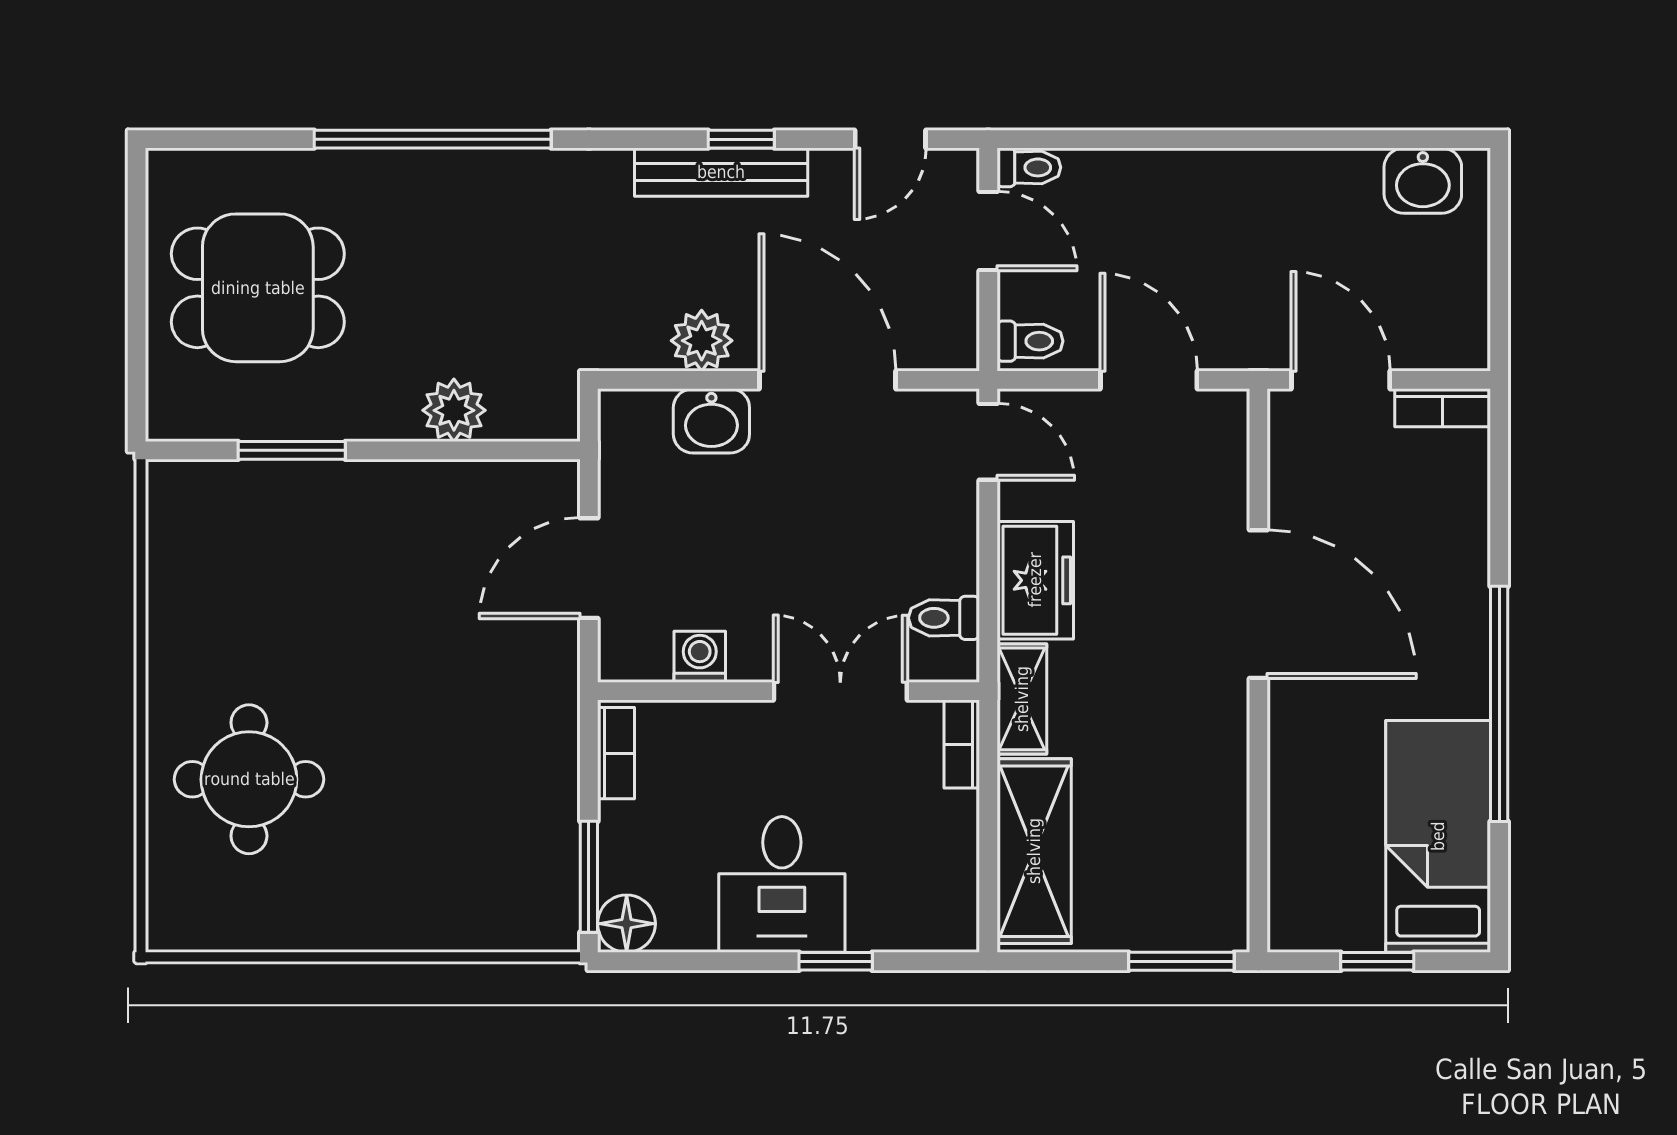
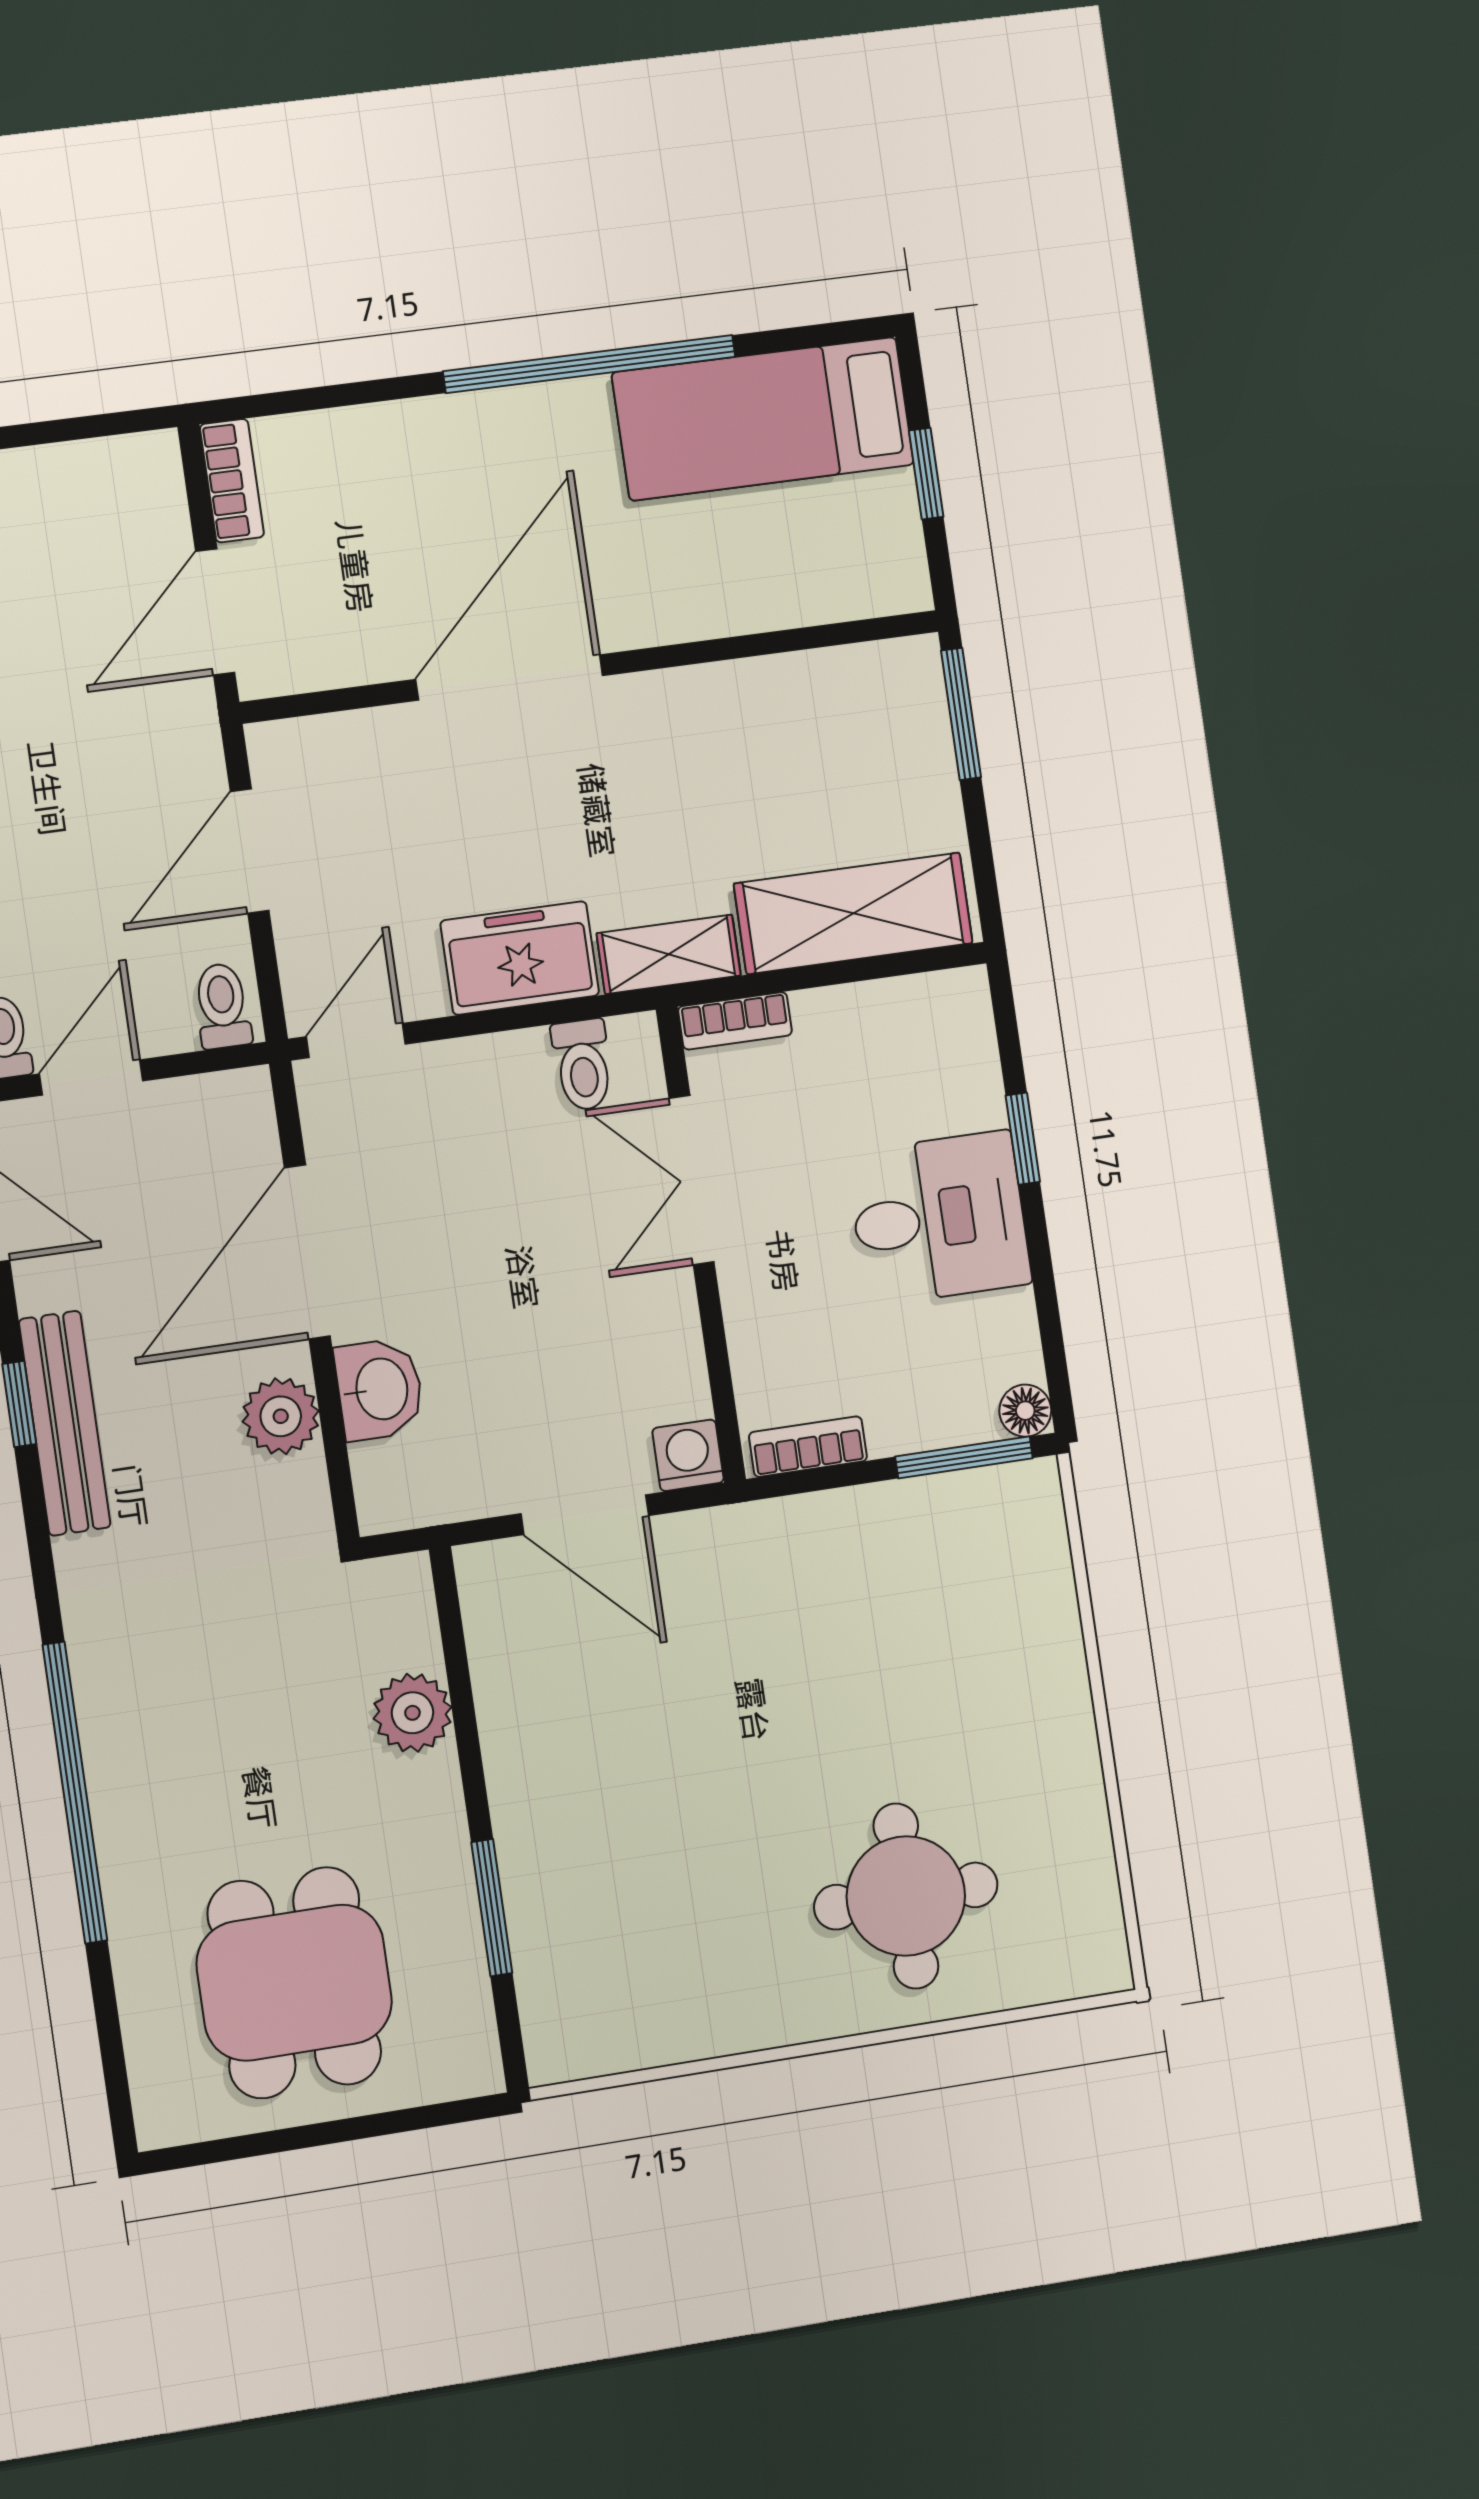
washing machine: (700, 657) -> (688, 1455), moved, turned 90
floor lamp: (627, 924) -> (1025, 1411), width x0.73, depth x0.73

